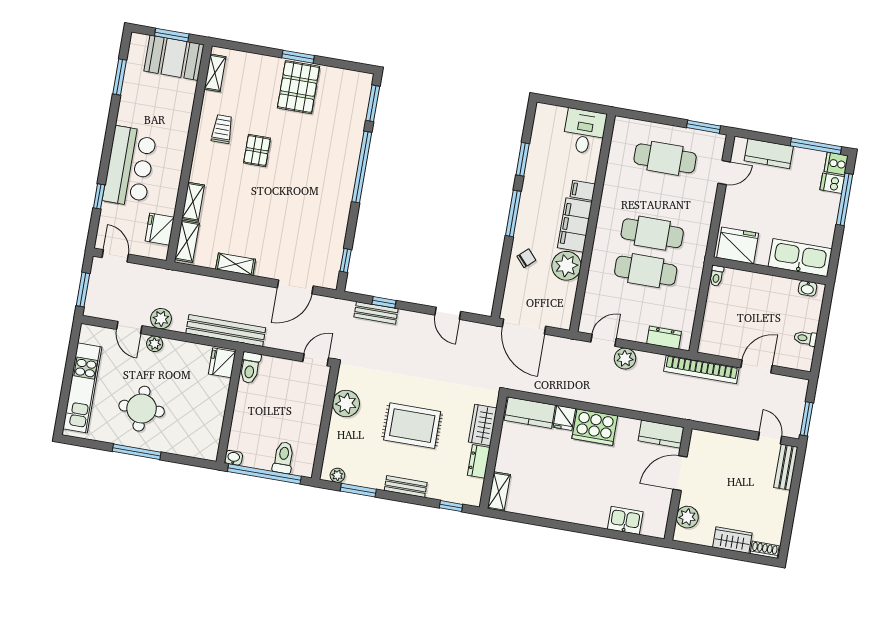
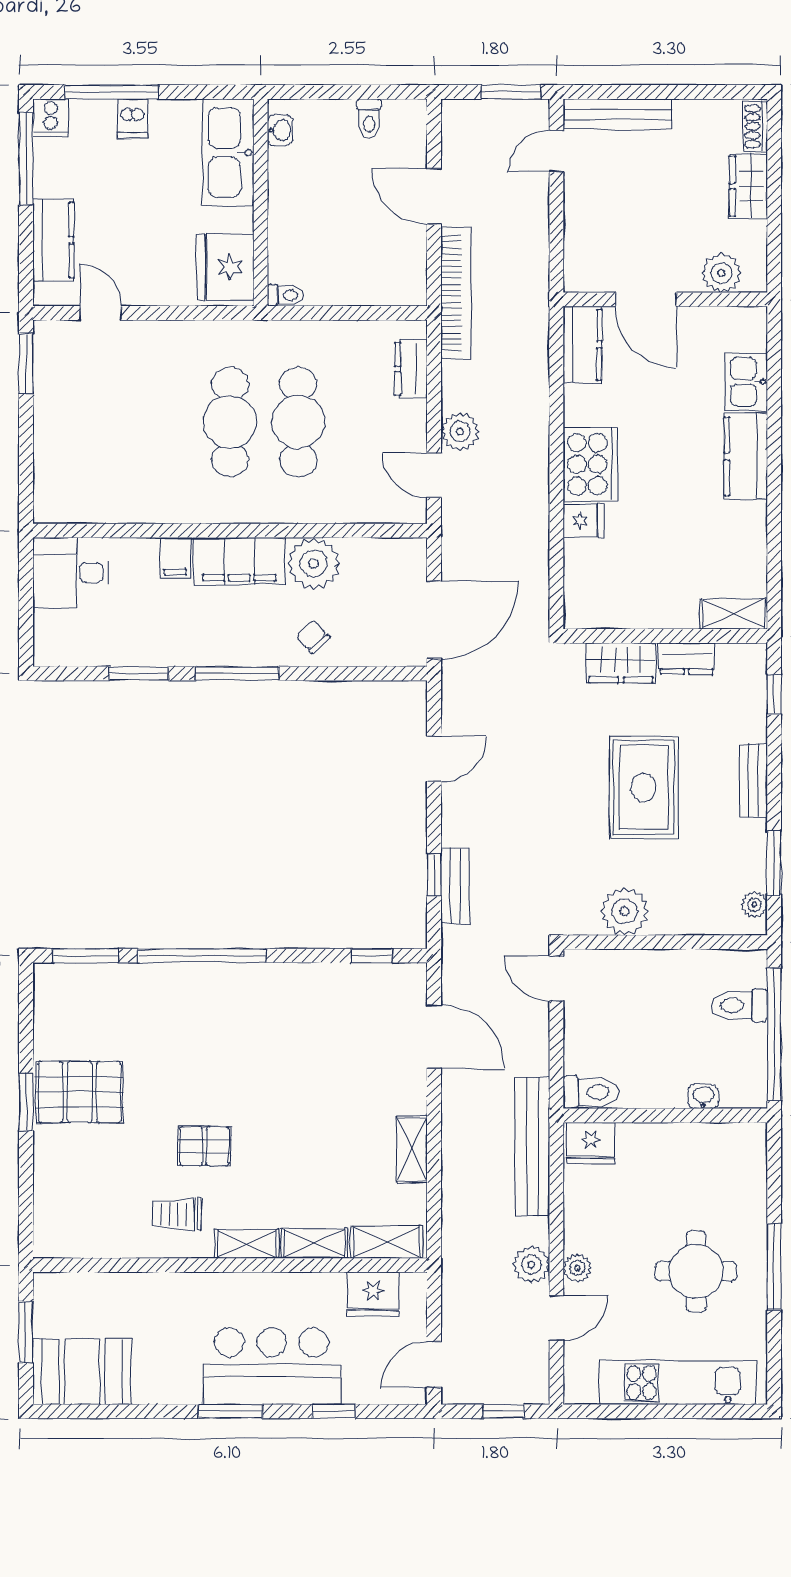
booth: (174, 58) -> (82, 1372), moved, turned 90
shelving: (215, 73) -> (247, 1244), moved
window: (120, 77) -> (231, 1411), moved
cafe table: (665, 158) -> (94, 422), removed
dishwasher: (832, 183) -> (132, 119), moved
window: (83, 290) -> (504, 1411), width x0.67
kitchen counter: (530, 413) -> (746, 456), moved, turned 180
washbasin: (234, 458) -> (703, 1096), moved, turned 90
bench: (786, 467) -> (617, 114), width x1.36

